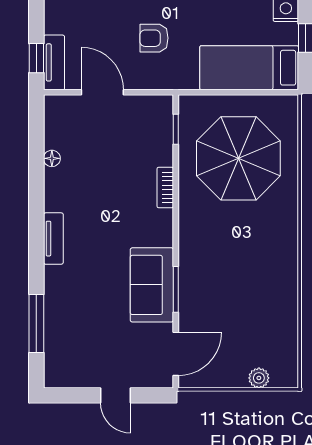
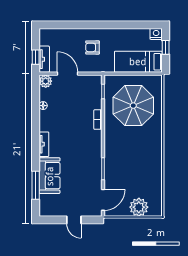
plant: (57, 108) -> (46, 81), added
sofa: (152, 285) -> (50, 176), moved, turned 180
plant: (259, 378) -> (139, 207), width x1.87, depth x1.87

